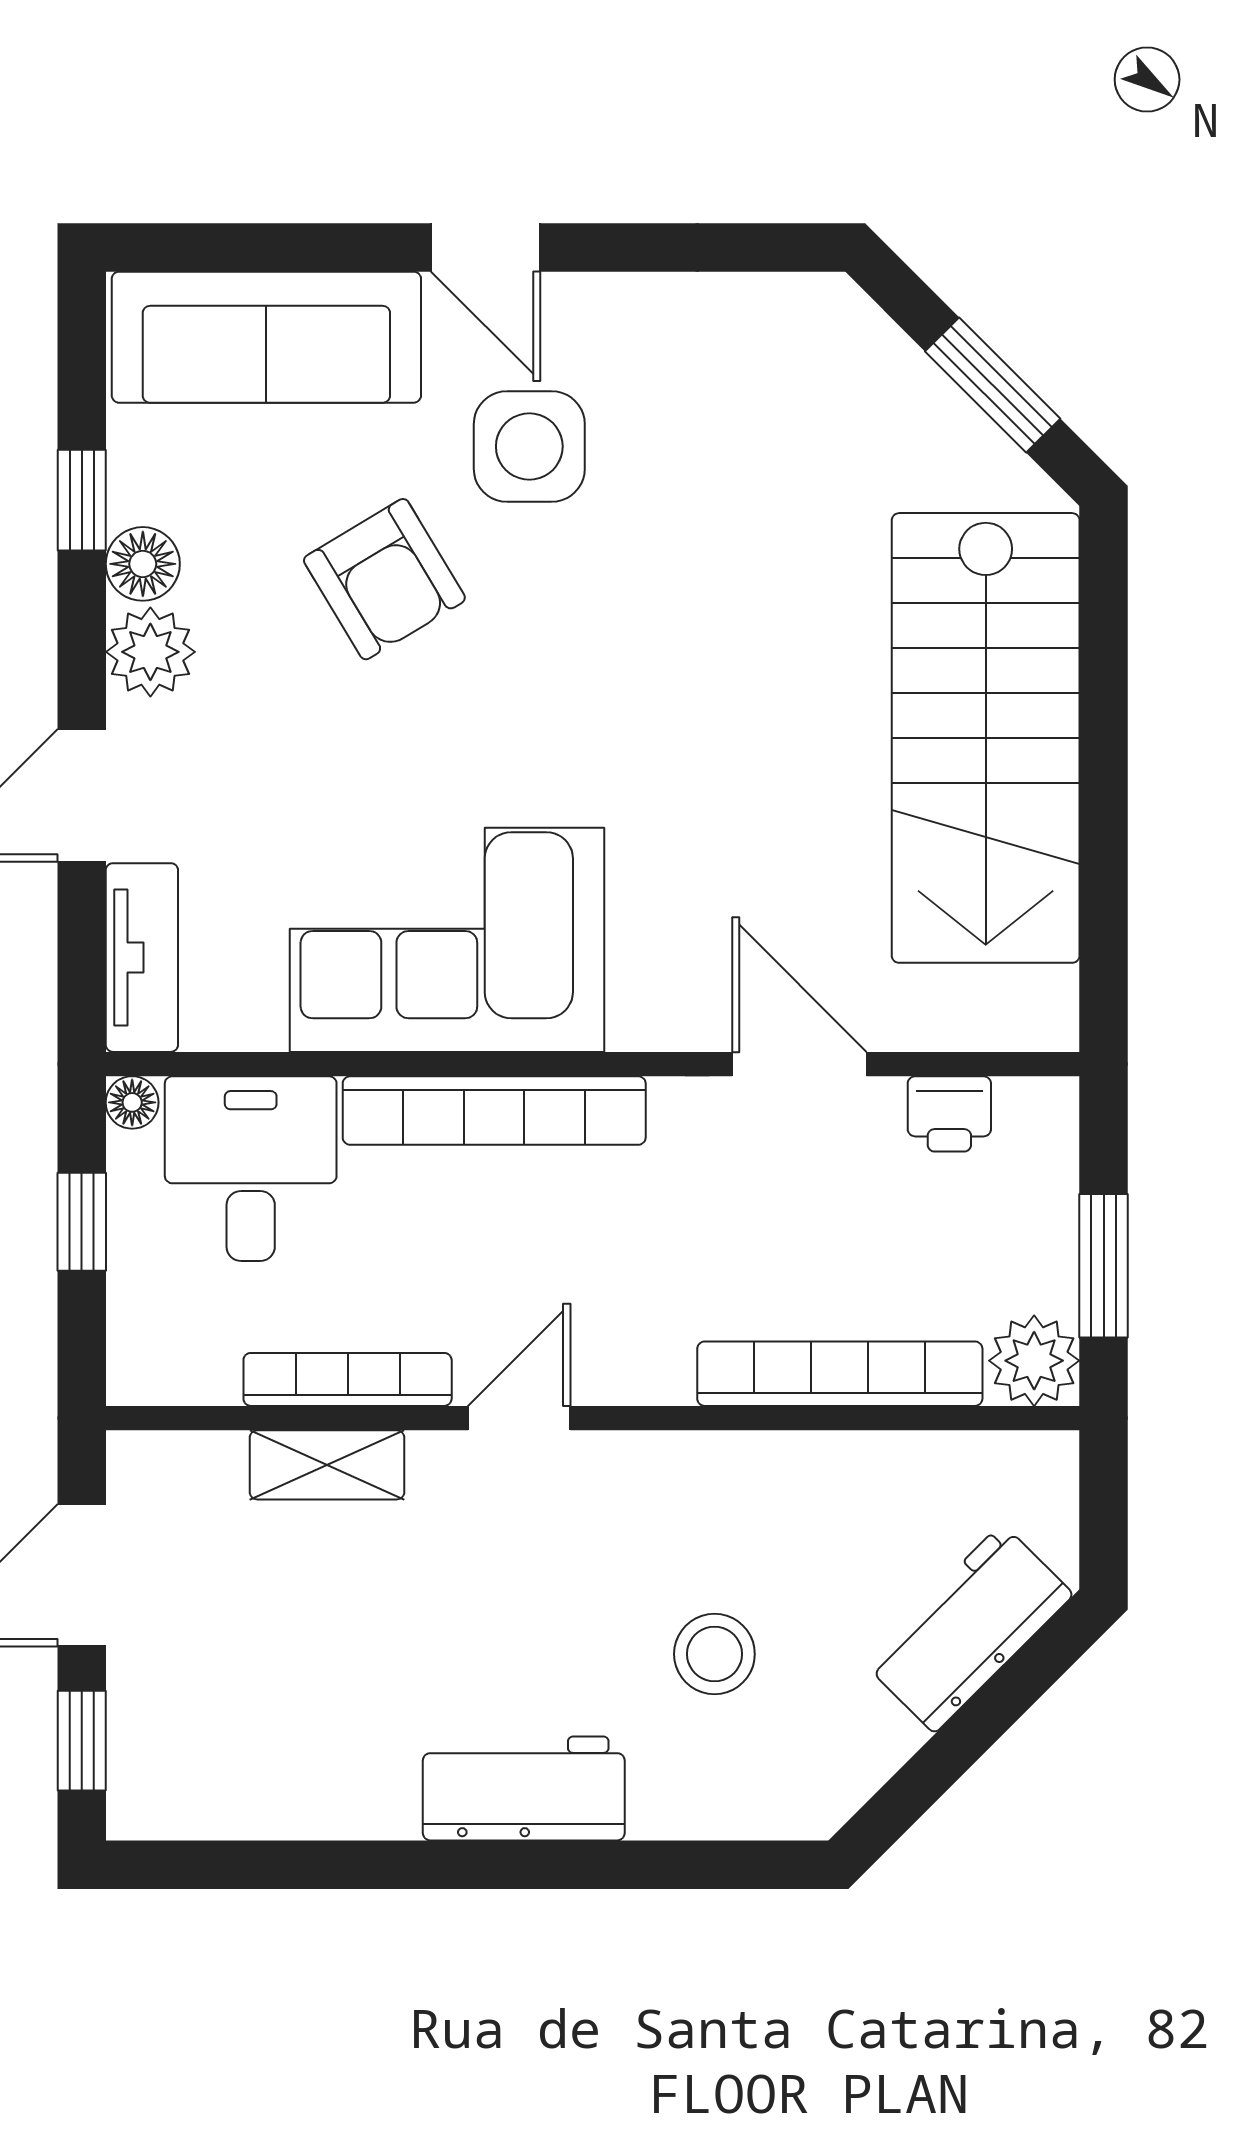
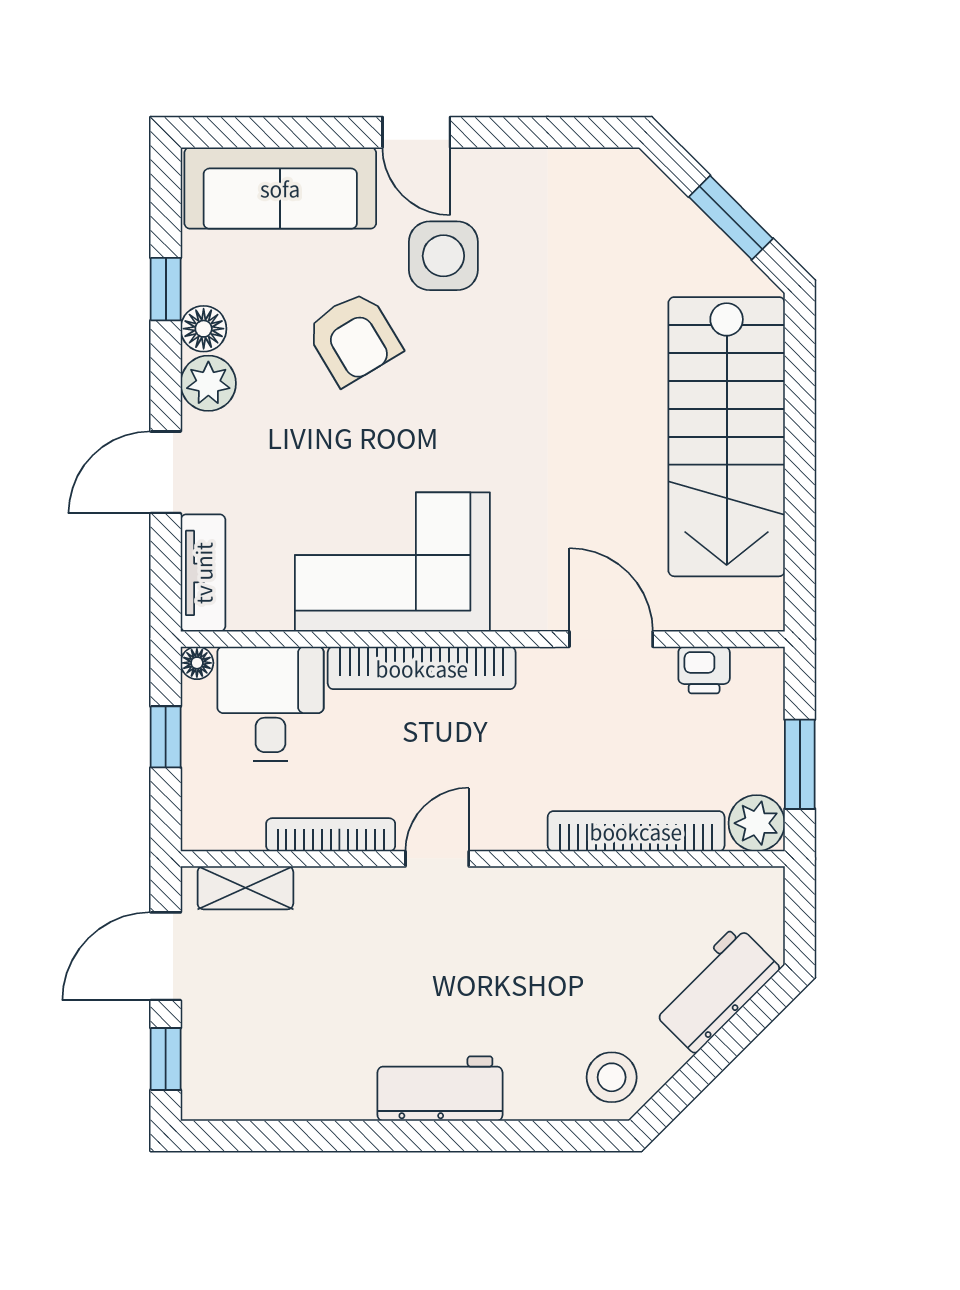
shelving: (327, 1465) -> (245, 888), moved
stool: (714, 1654) -> (612, 1077), moved

